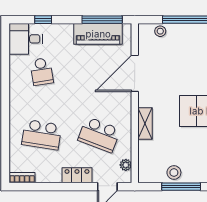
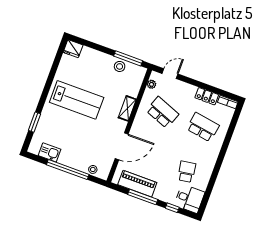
window: (102, 20) -> (143, 197), moved
locker: (77, 175) -> (207, 96), moved
window: (181, 187) -> (128, 58), moved

